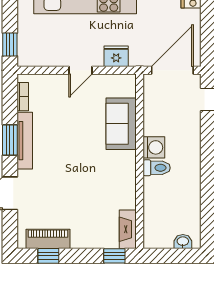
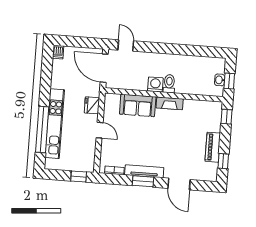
fireplace: (128, 229) -> (170, 103), moved
piano: (48, 239) -> (213, 147), moved
washbasin: (183, 242) -> (220, 80), moved
window: (167, 256) -> (229, 81), added

